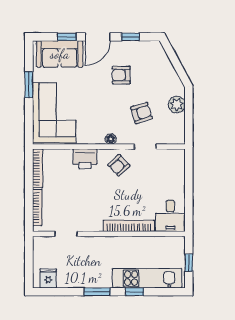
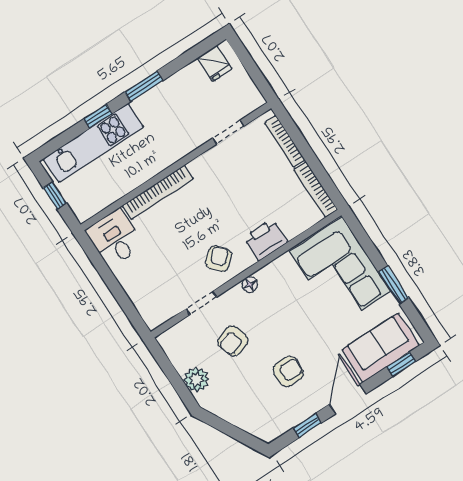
window: (67, 37) -> (401, 364), moved

